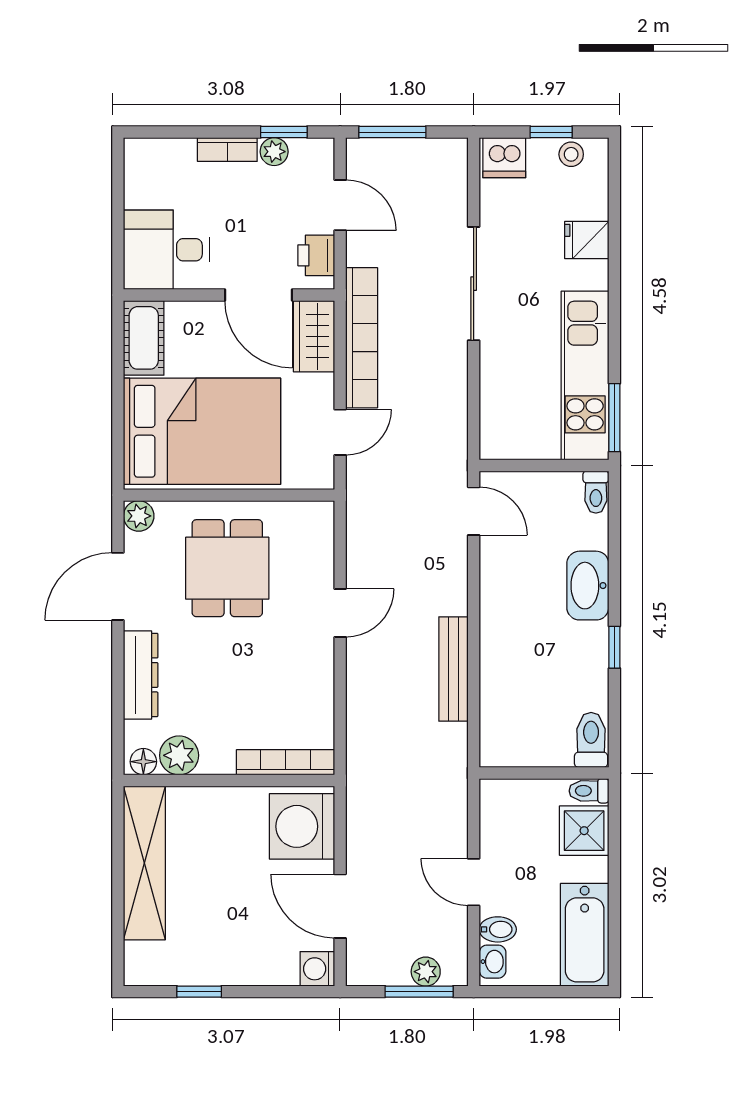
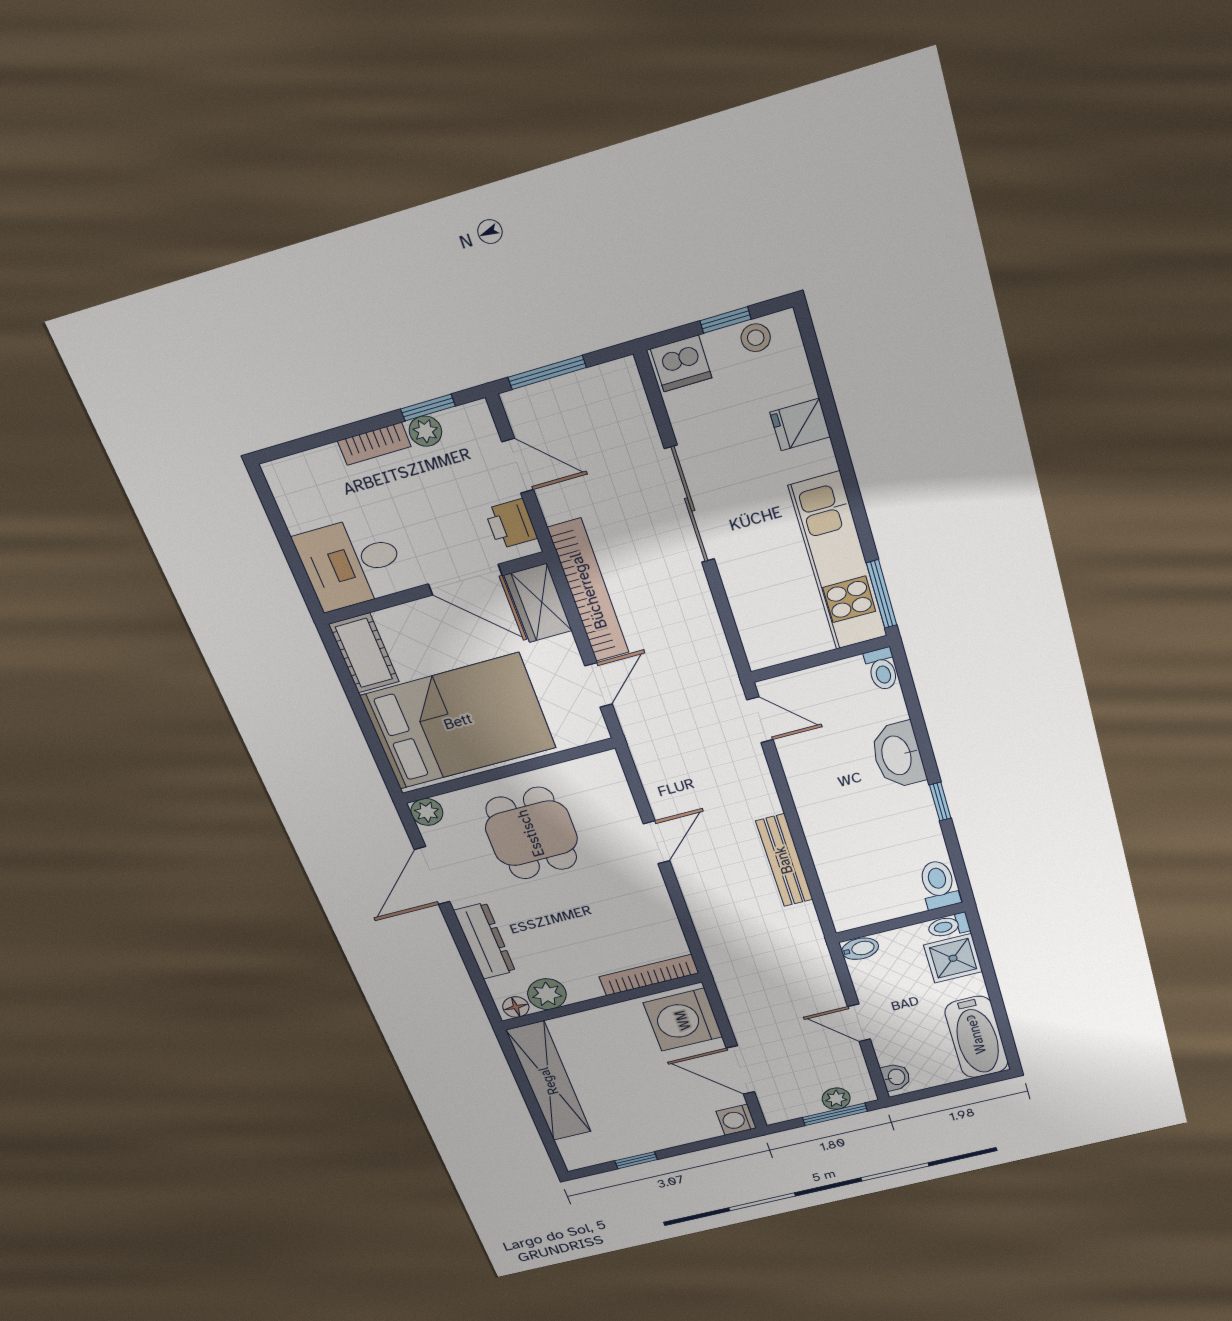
bidet: (498, 929) -> (860, 949), moved

